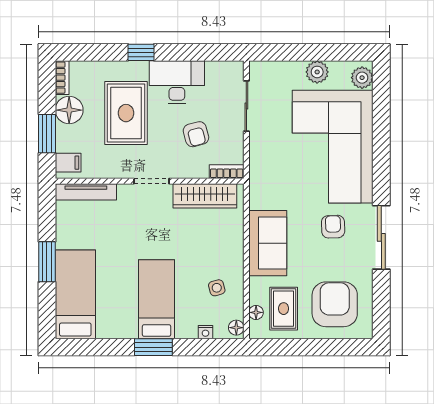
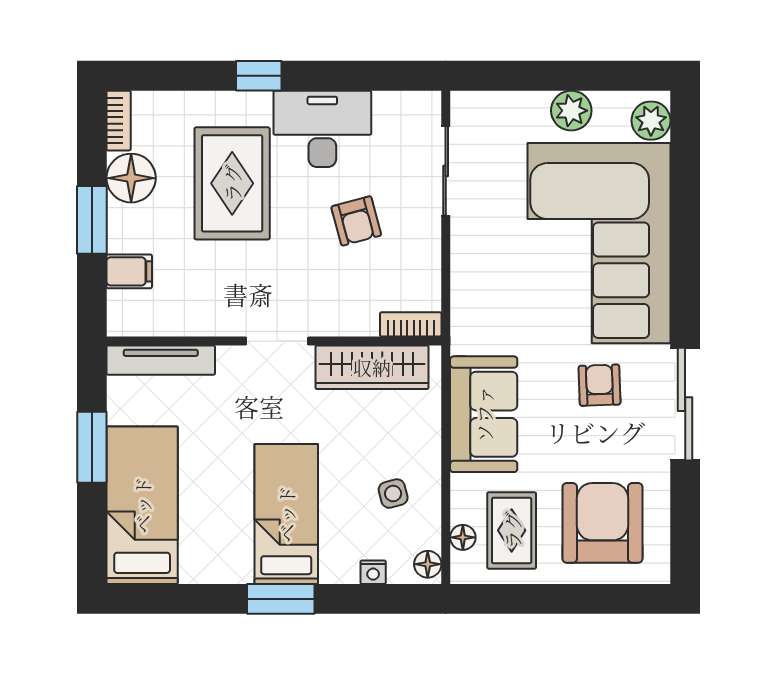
bookcase: (227, 172) -> (411, 324), moved
wall: (150, 181) -> (274, 341), moved
doorway: (151, 181) -> (277, 341), moved
tv unit: (86, 192) -> (161, 360), moved
wardrobe: (205, 196) -> (372, 367), moved

